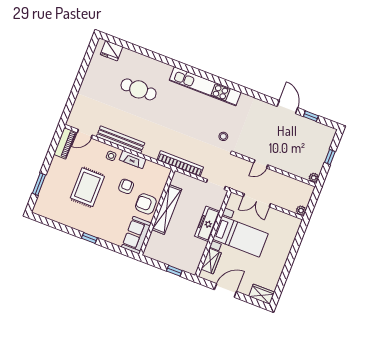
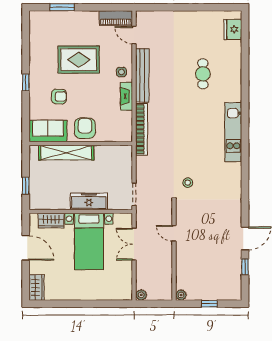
kitchen unit: (205, 86) -> (233, 132), width x0.73
cafe table: (139, 89) -> (203, 74), width x0.73, depth x0.74
bookcase: (180, 164) -> (142, 129), moved
armchair: (126, 186) -> (59, 97), moved
shelving: (167, 209) -> (66, 153), moved

